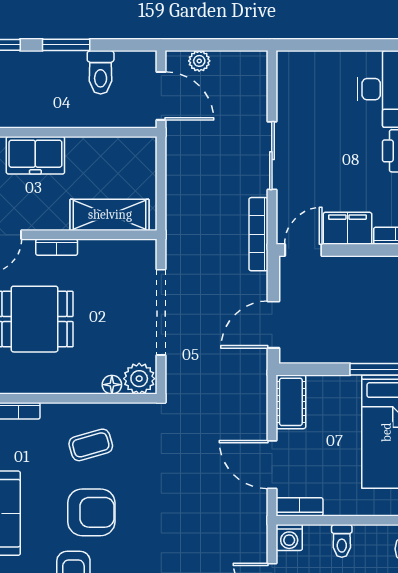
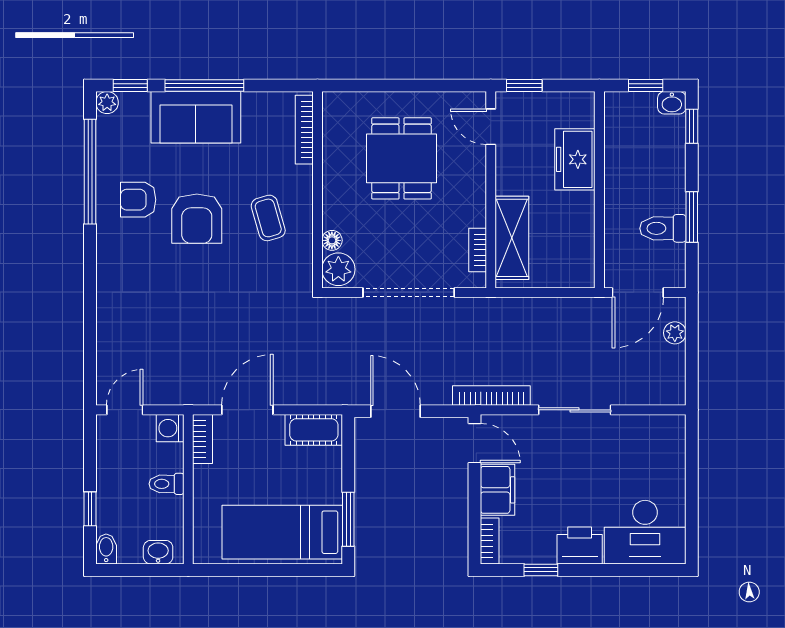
window: (66, 45) -> (692, 217), moved
bookcase: (57, 247) -> (478, 250), moved

